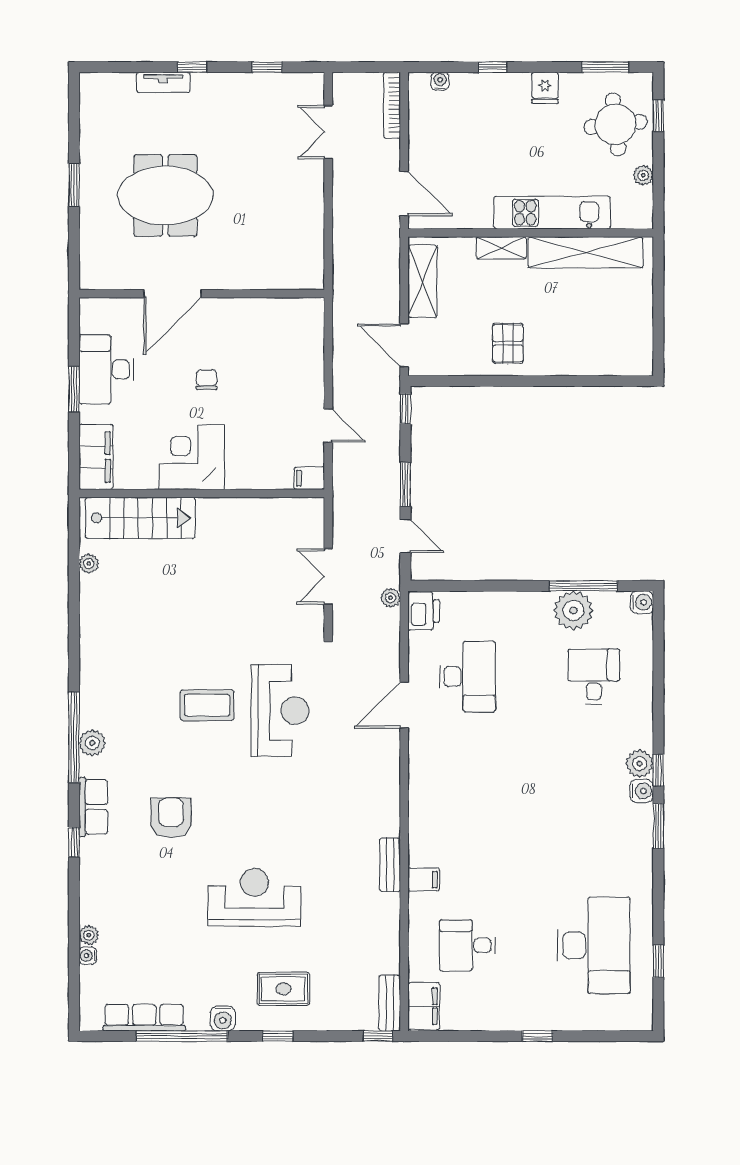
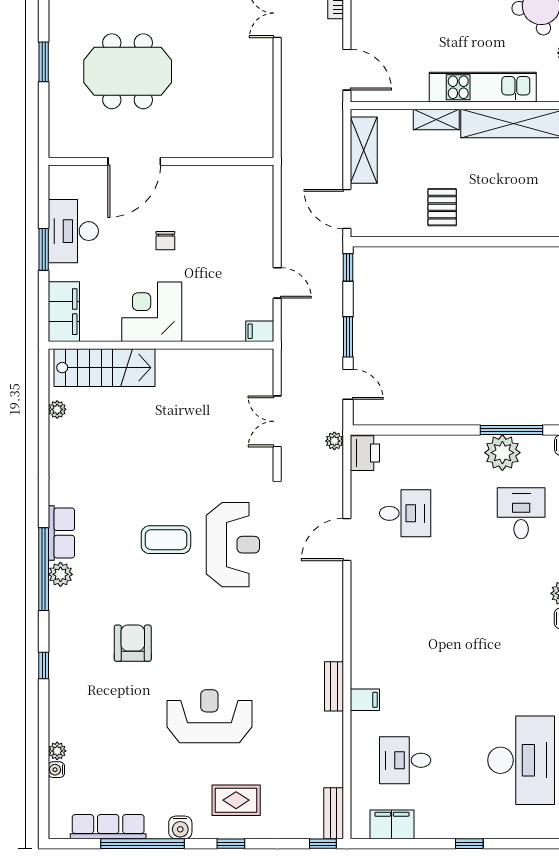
chair: (207, 380) -> (165, 241), turned 180
desk: (467, 677) -> (405, 513), width x0.73
row of seats: (93, 807) -> (61, 533), moved
filing cabinet: (424, 1006) -> (392, 824), moved, turned -90

